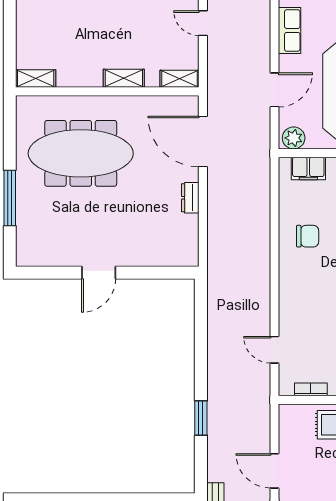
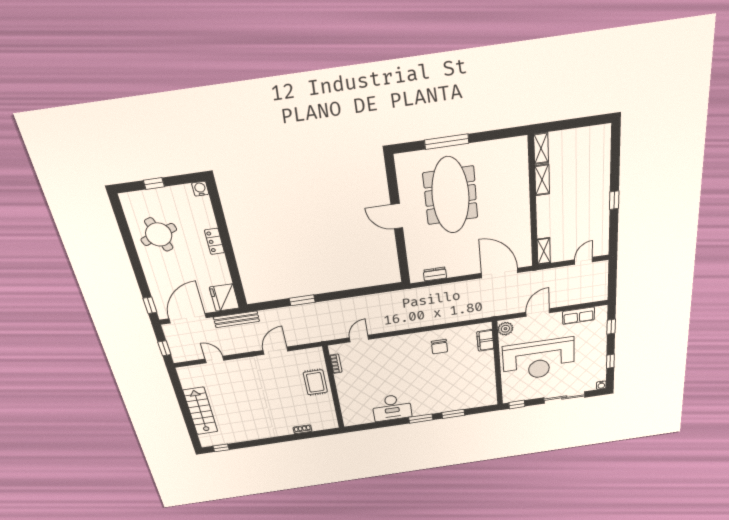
shelving: (124, 78) -> (542, 180), moved
door: (274, 90) -> (538, 312), swing flipped
door: (203, 141) -> (500, 273), hinge flipped
meeting table: (81, 153) -> (451, 195), moved
dresser: (190, 198) -> (435, 274), moved

